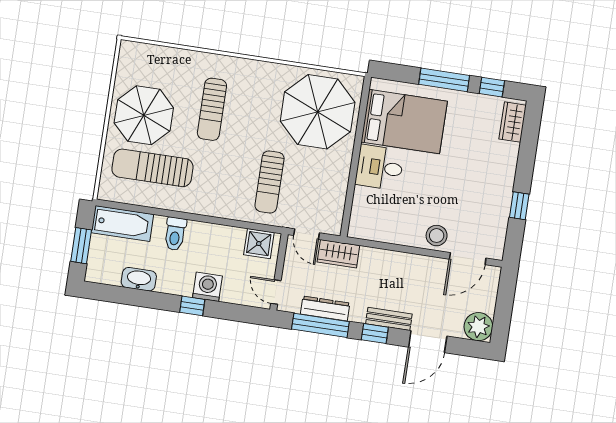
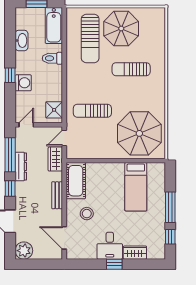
bed: (404, 122) -> (136, 187), width x0.67
wardrobe: (513, 122) -> (135, 253), moved
desk: (380, 167) -> (110, 246), moved, turned 180
sun lounger: (152, 168) -> (90, 39), turned 180
window: (519, 206) -> (114, 264), moved
cot: (378, 226) -> (76, 181), added
stool: (437, 236) -> (87, 214), moved
dresser: (325, 309) -> (21, 166), moved
bench: (389, 319) -> (57, 195), moved

